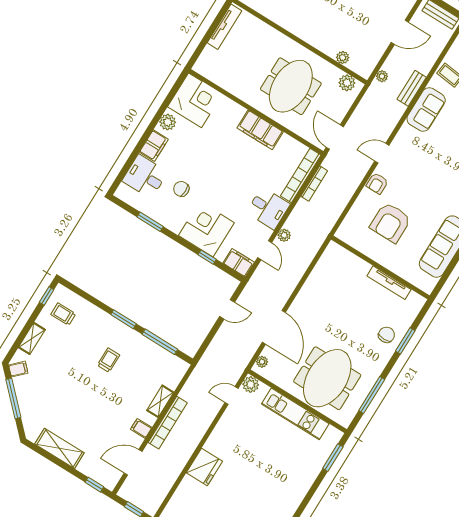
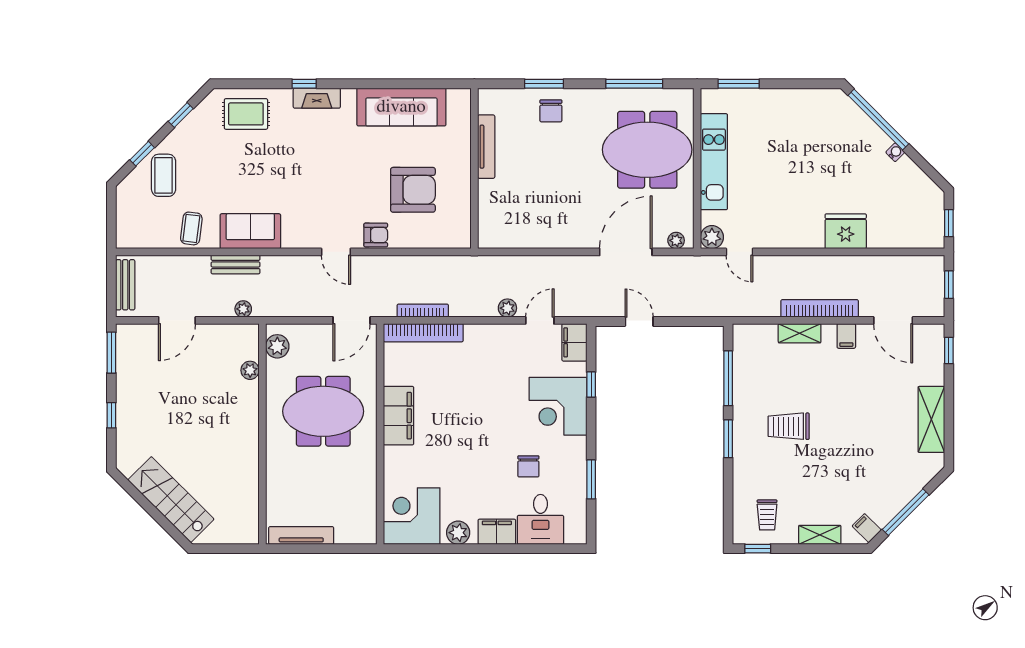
door: (400, 32) -> (177, 320), swing flipped
desk: (268, 208) -> (487, 348), removed
chair: (386, 335) -> (551, 111), turned -90
trolley: (109, 360) -> (789, 426), width x1.36, depth x1.39

